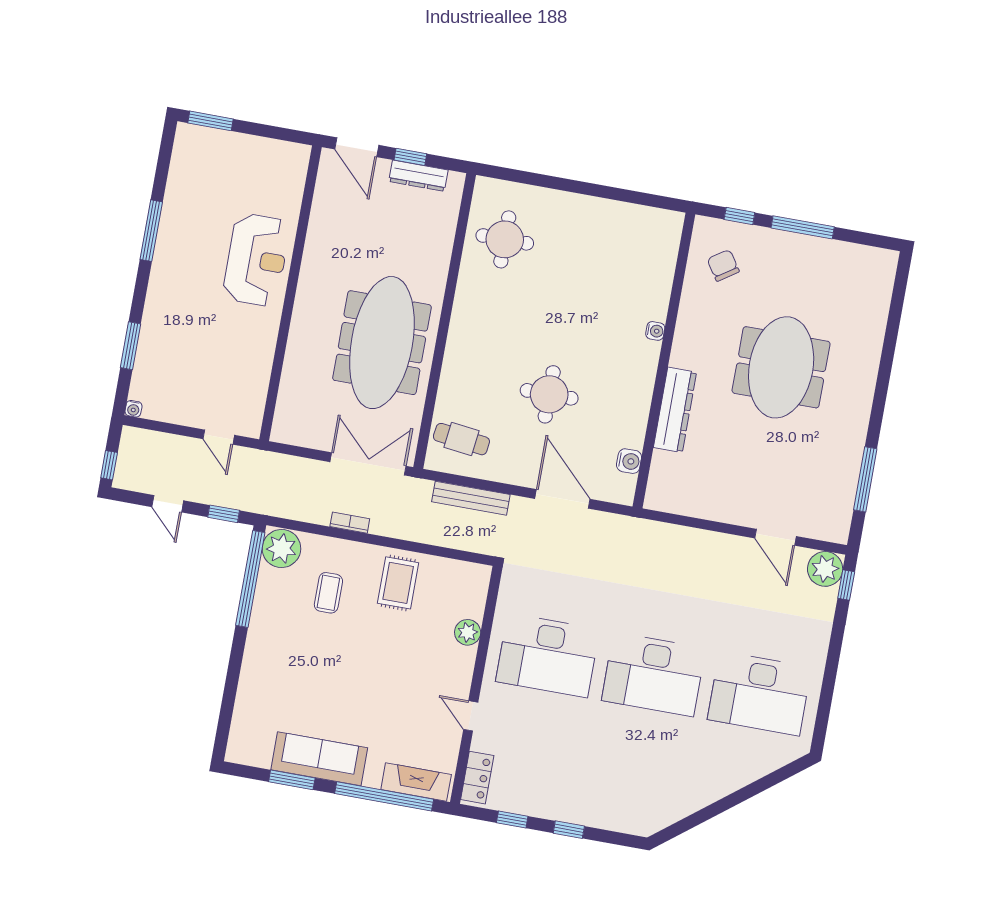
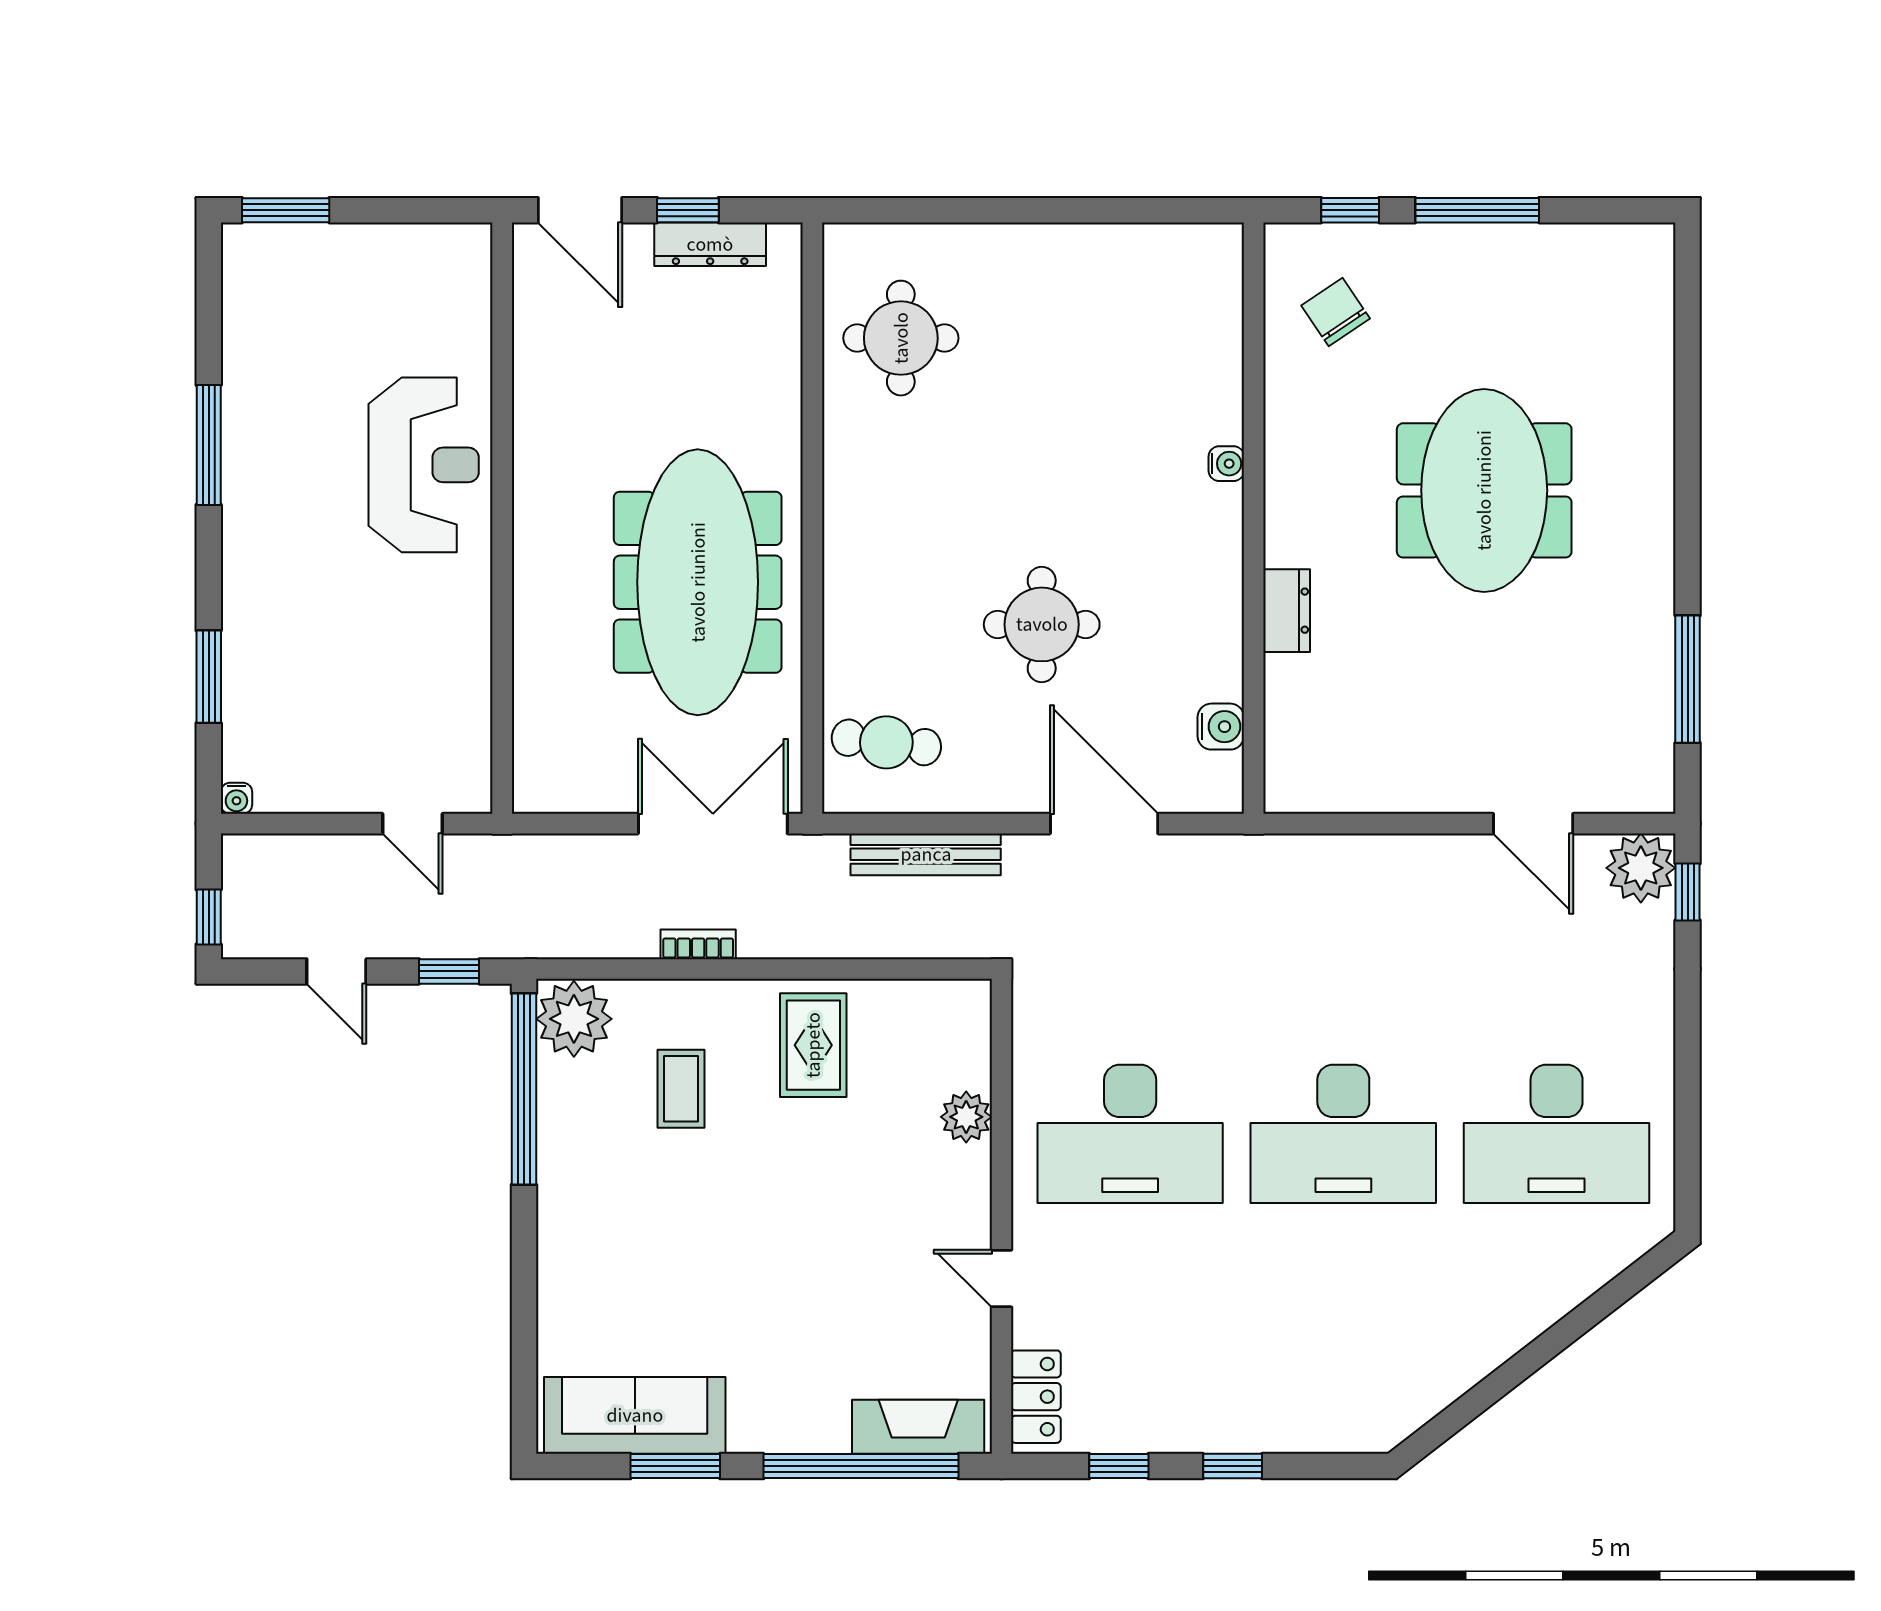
dresser: (675, 410) -> (1287, 611), width x0.51, depth x0.80
sofa: (319, 759) -> (635, 1415), moved

